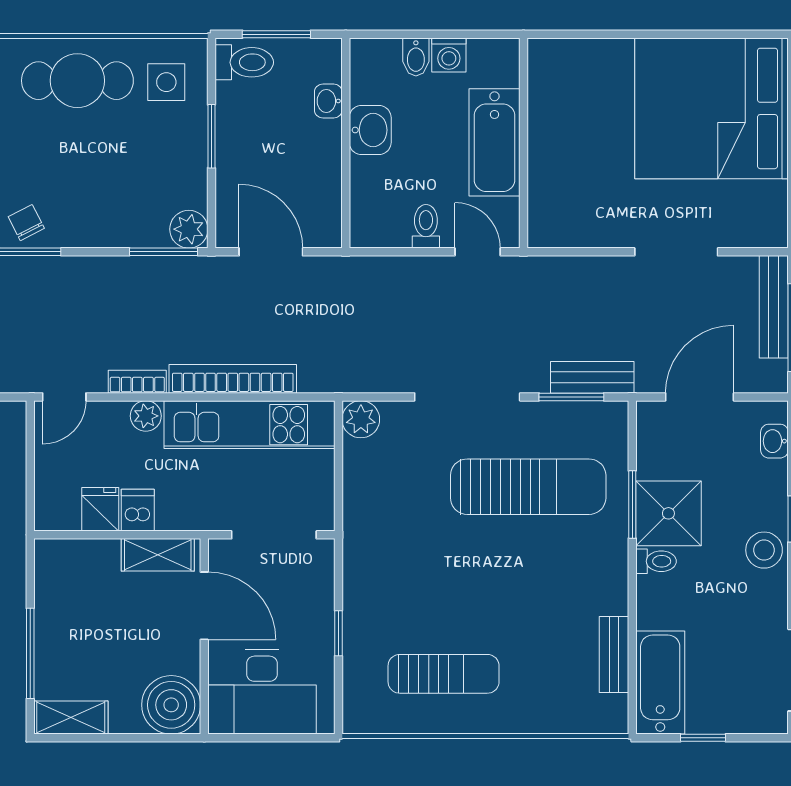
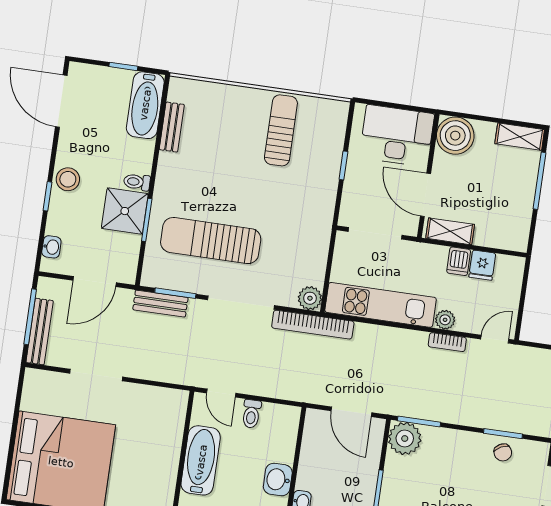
plant: (189, 229) -> (405, 438), width x1.36, depth x1.36
bookcase: (233, 379) -> (313, 325), moved
sun lounger: (444, 674) -> (281, 130), turned 90

